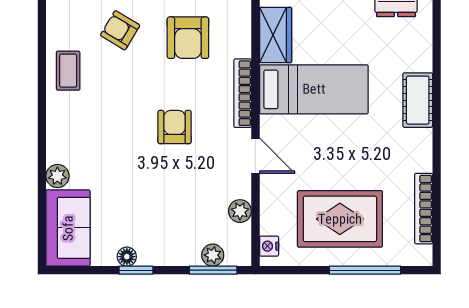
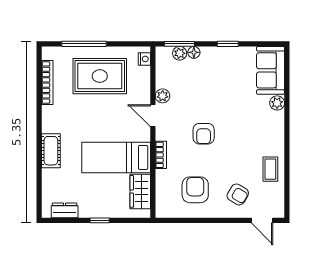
bookcase: (243, 93) -> (161, 155), width x0.64
plant: (240, 211) -> (163, 96), moved
floor lamp: (127, 257) -> (194, 52), moved

